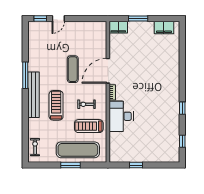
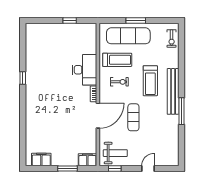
window: (40, 18) -> (115, 169), moved
weight bench: (91, 34) -> (115, 153), added
window: (182, 141) -> (23, 45), removed

